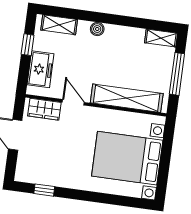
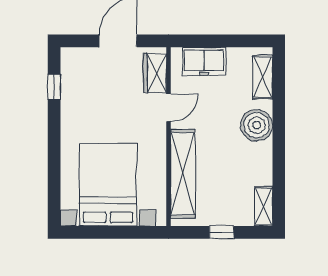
boiler: (97, 29) -> (257, 125), width x1.86, depth x1.86
window: (28, 45) -> (233, 41), removed
window: (177, 74) -> (222, 232), width x0.46

